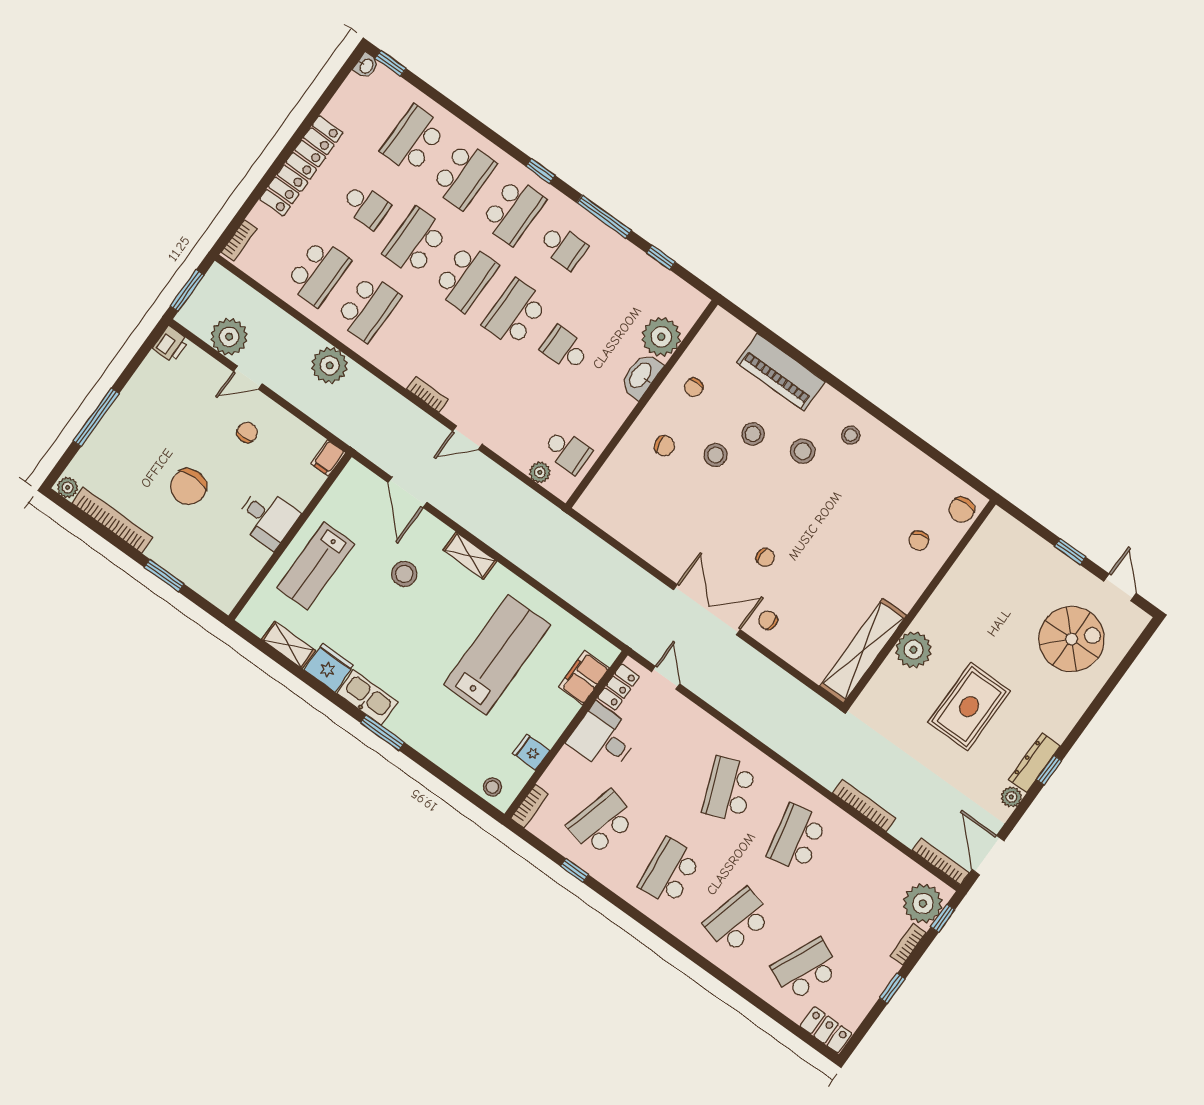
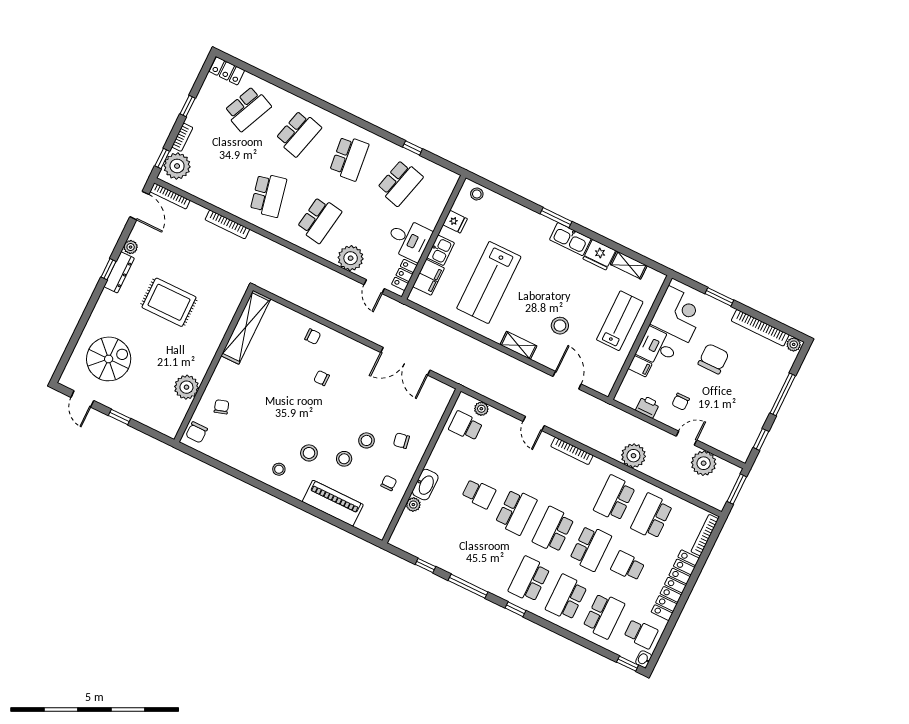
bookcase: (239, 240) -> (705, 535), width x1.56
school desk: (563, 247) -> (641, 634), moved, turned 180
plant: (661, 337) -> (413, 505), width x0.53, depth x0.53
printer: (171, 344) -> (648, 407), moved, turned 90
window: (139, 357) -> (761, 439), added
bookcase: (427, 394) -> (572, 451), width x1.56
door: (467, 438) -> (534, 423), swing flipped
filing cabinet: (328, 458) -> (640, 366), moved, turned 90
chair: (962, 510) -> (197, 432), turned 180
corner desk: (228, 561) -> (678, 314), added
double door: (707, 610) -> (405, 361), moved
spiral stairs: (1072, 639) -> (109, 359), turned 180
plant: (914, 650) -> (186, 387), moved
rug: (969, 707) -> (169, 302), turned 90
kitchen sink: (559, 714) -> (441, 250), added
plant: (693, 725) -> (351, 258), added
school desk: (729, 789) -> (319, 220), turned 30
bookcase: (530, 806) -> (450, 185), removed

